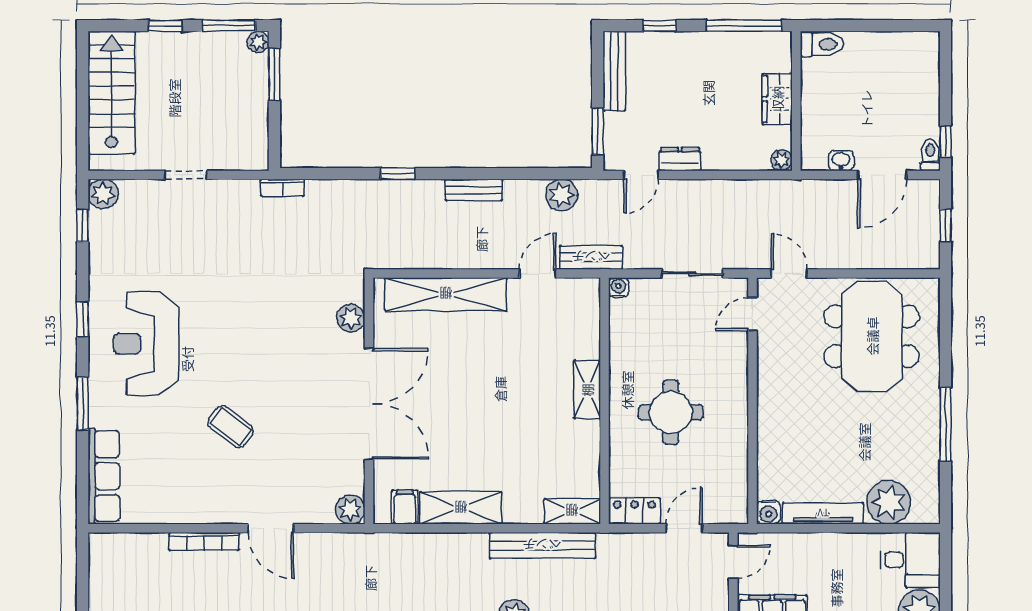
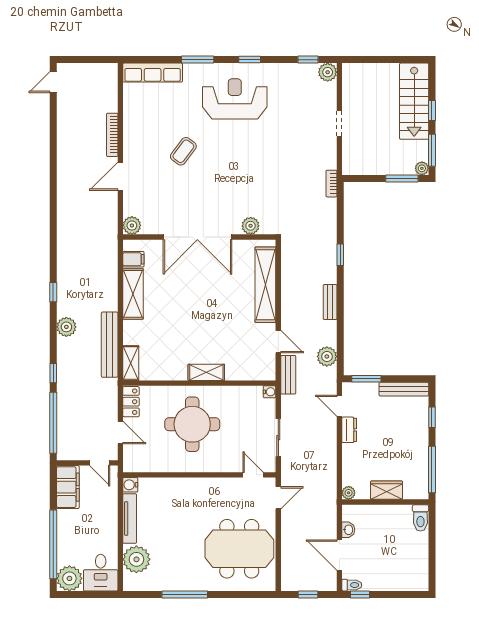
stairs: (111, 93) -> (414, 101), moved, turned 90
round table: (671, 412) -> (192, 424), width x1.36, depth x1.36

